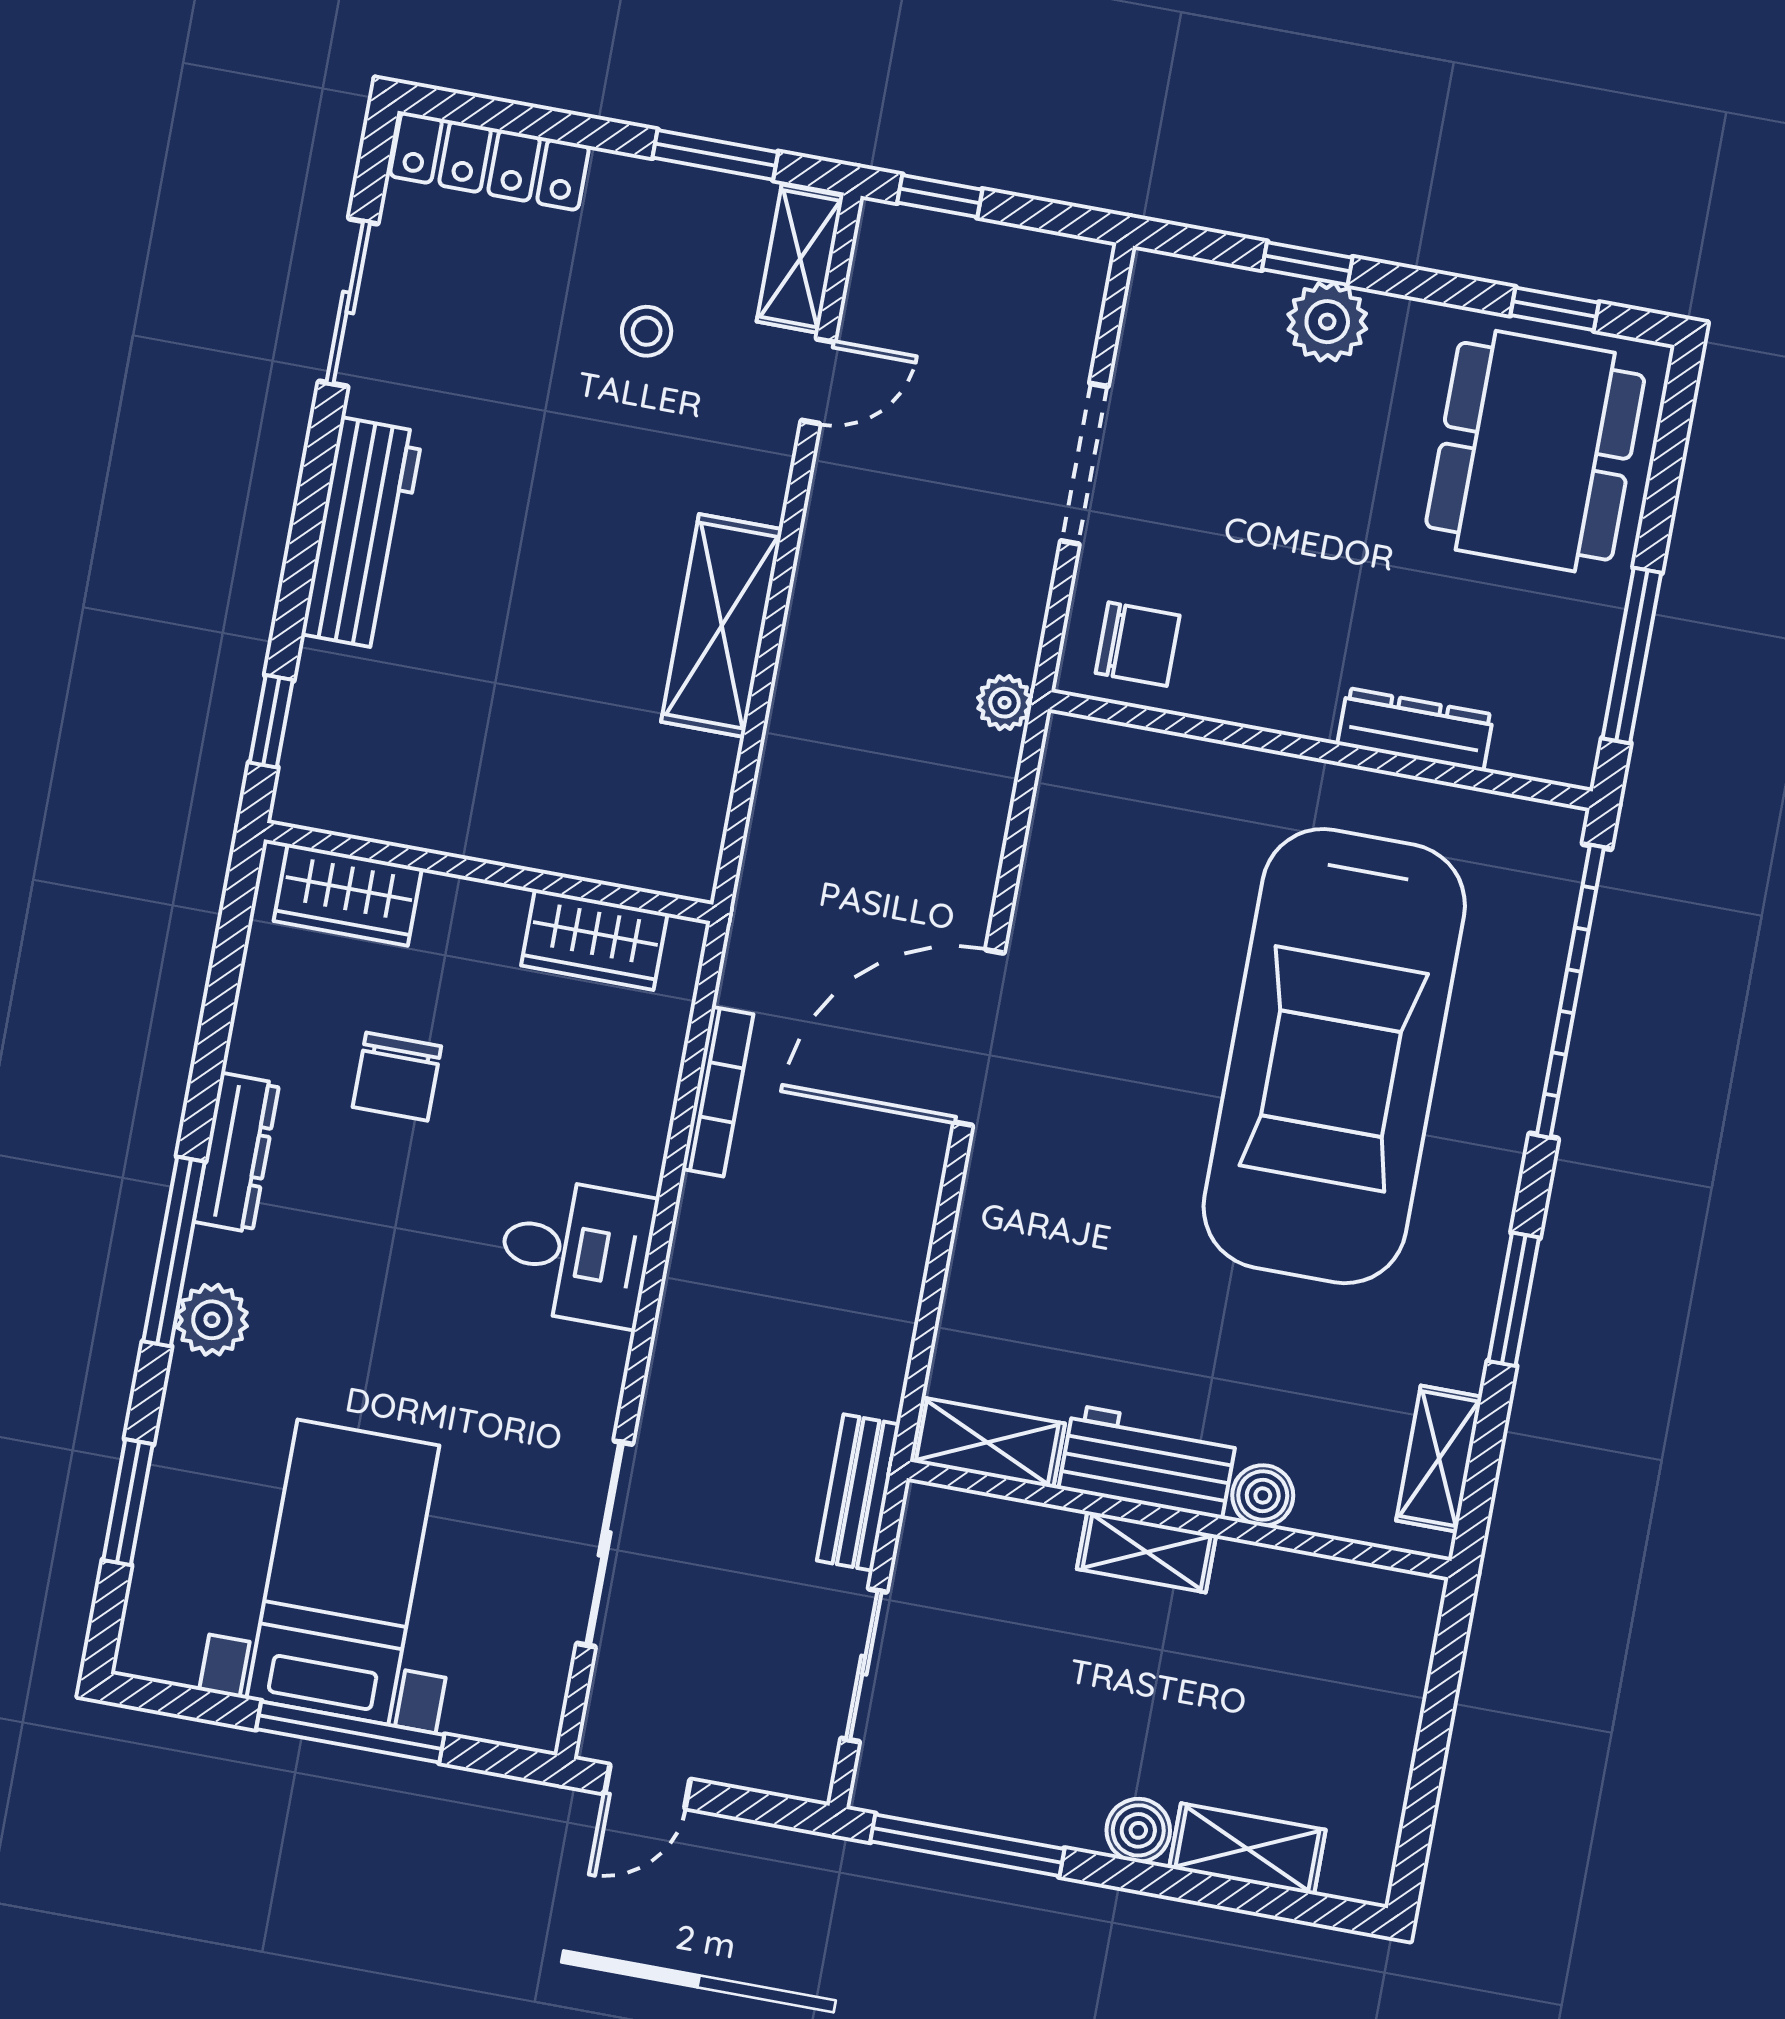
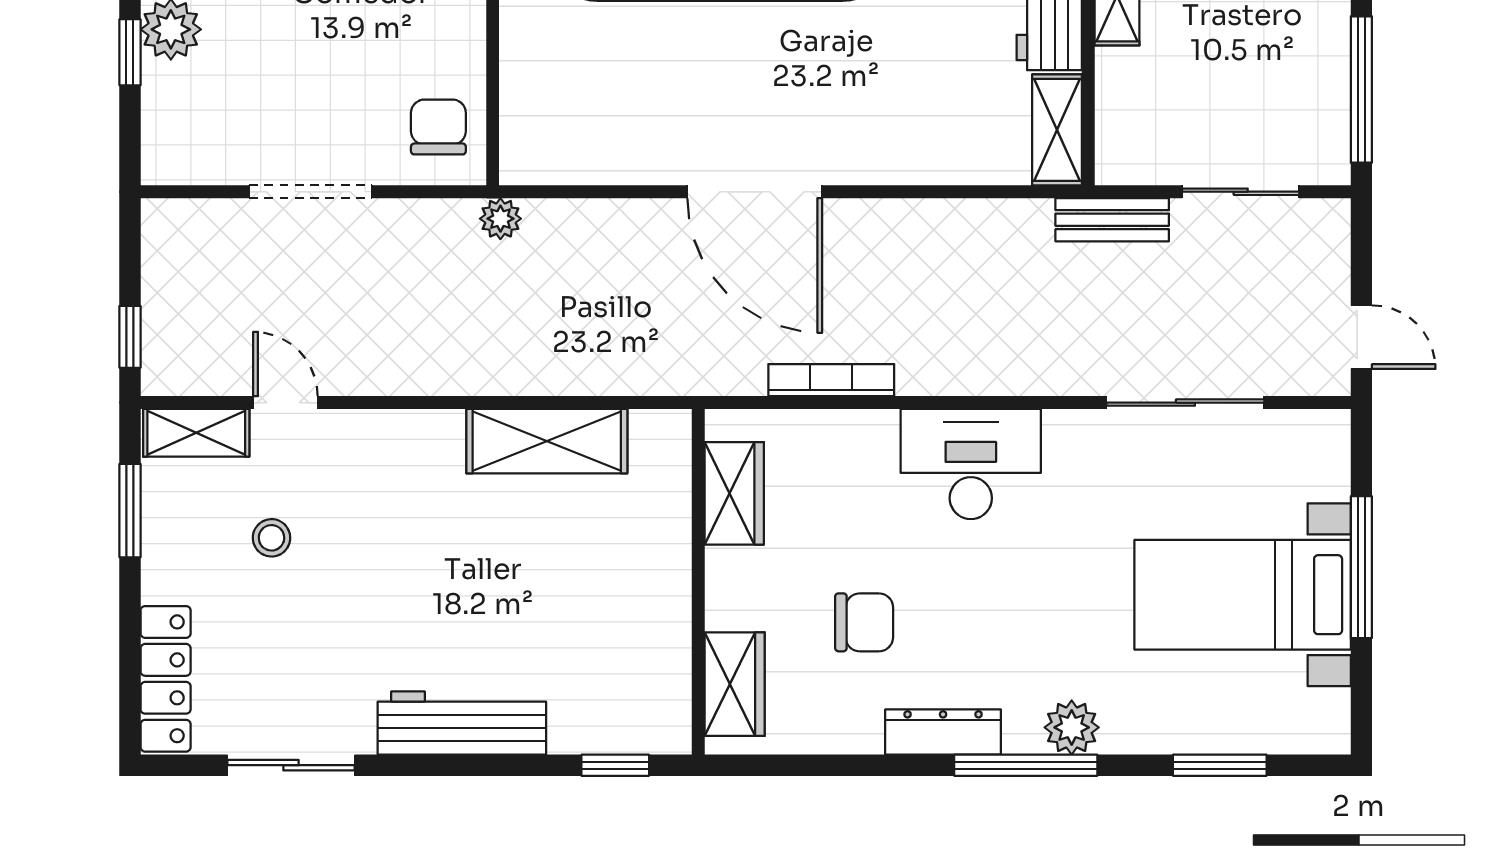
shelving: (722, 626) -> (547, 441), moved
desk: (576, 1252) -> (971, 464), width x1.37

